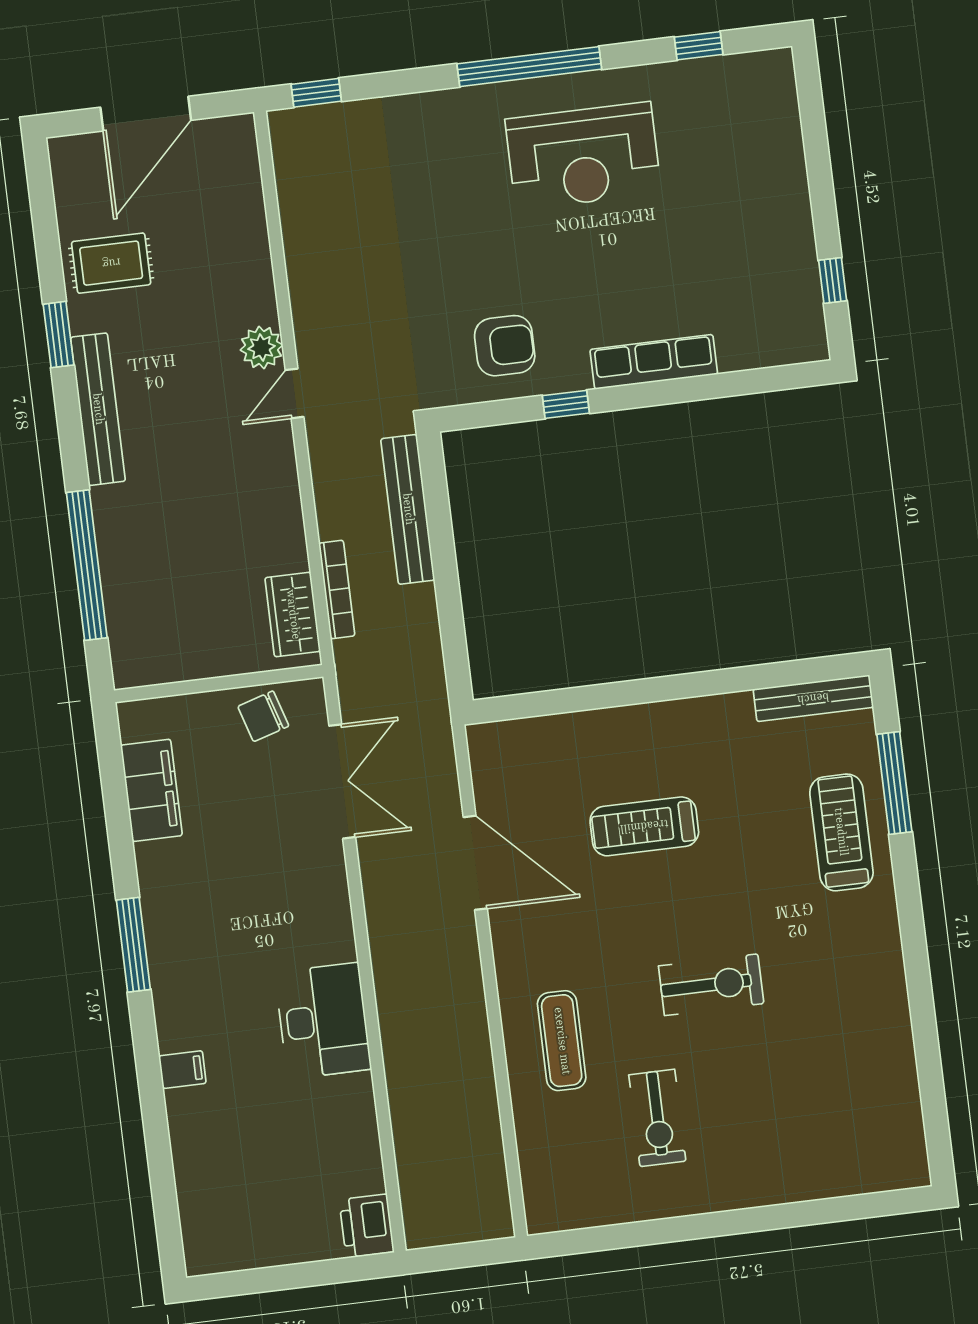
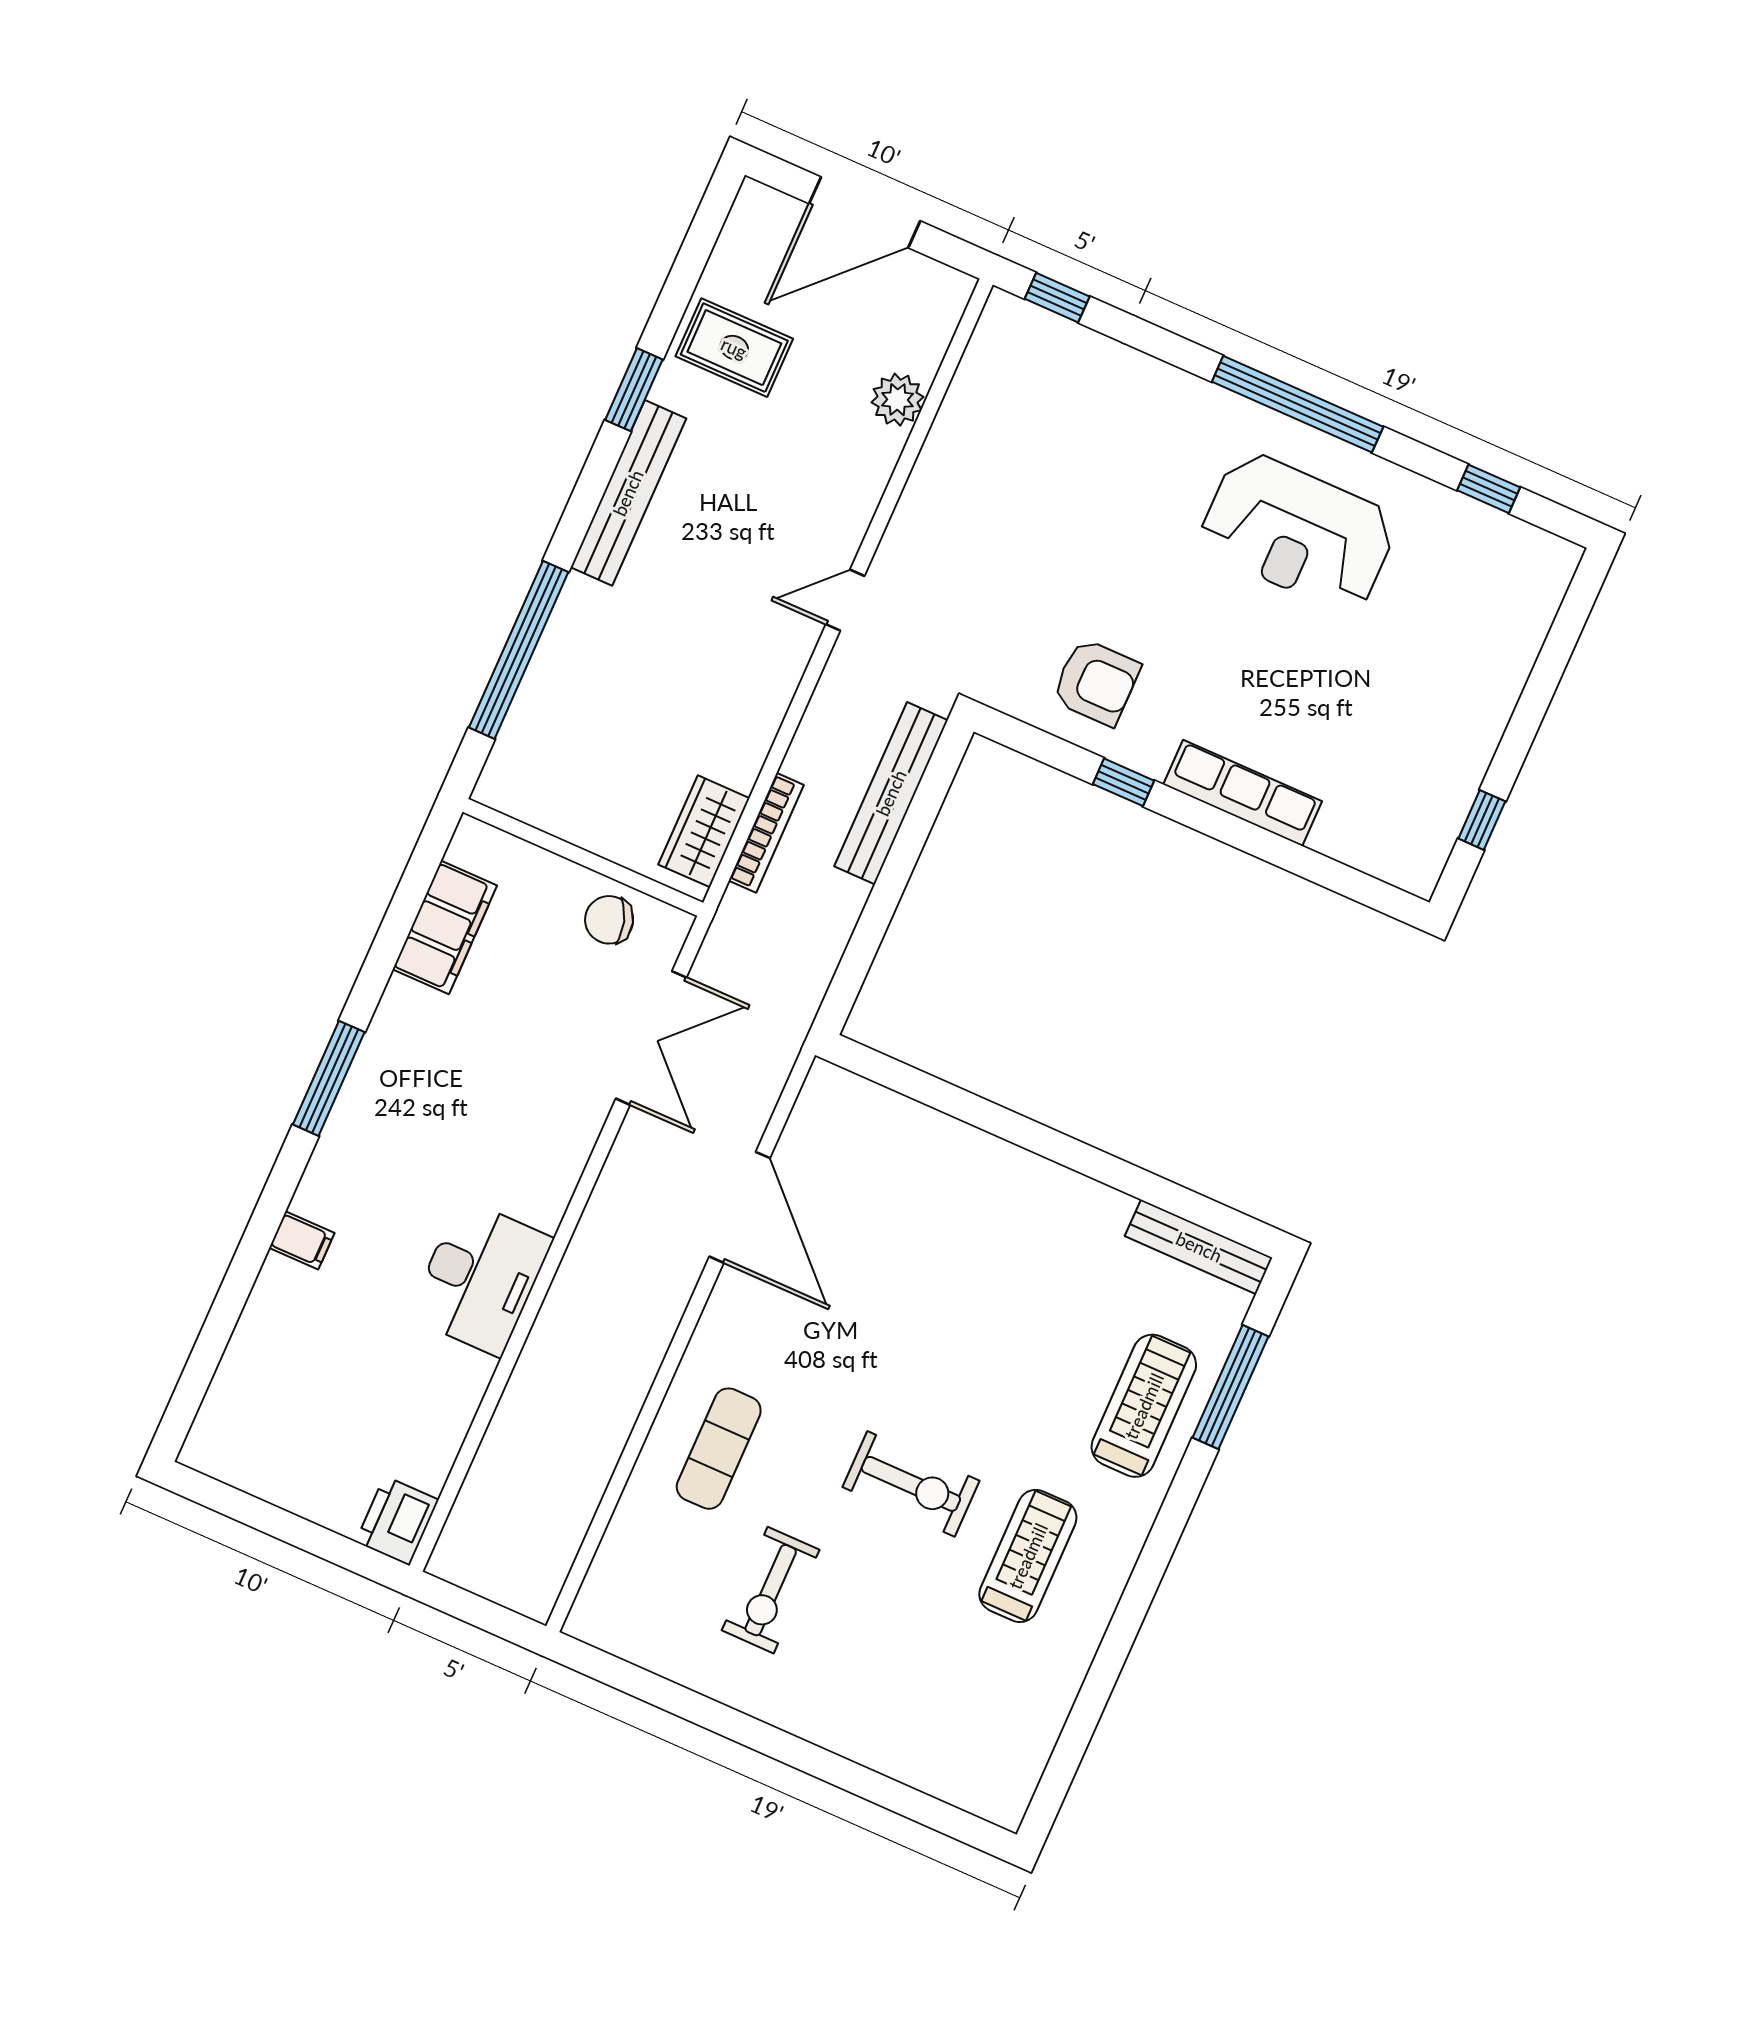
plant: (261, 347) -> (897, 400), moved
treadmill: (644, 826) -> (1028, 1556), moved, turned 90

